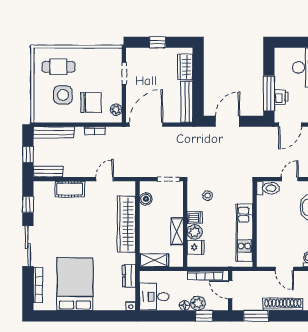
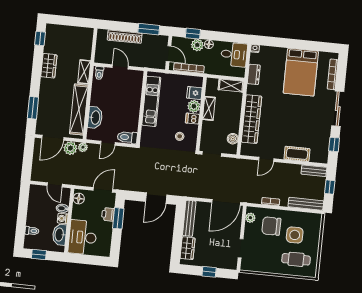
window: (269, 93) -> (118, 218), width x0.69

